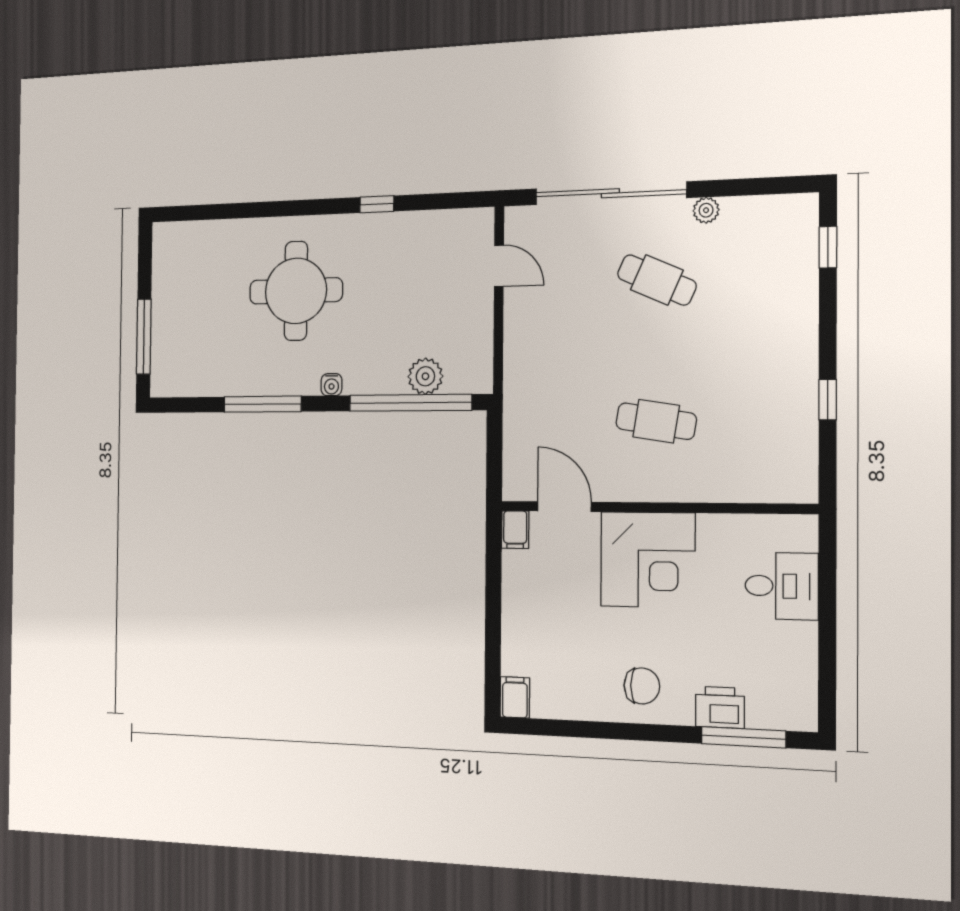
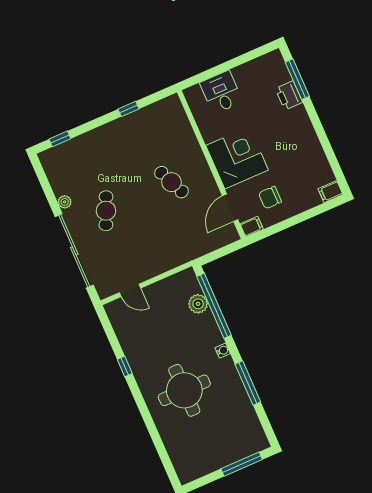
door: (499, 266) -> (130, 290), swing flipped
cafe table: (656, 421) -> (171, 182), turned -33
chair: (642, 686) -> (270, 198), moved, turned -90

